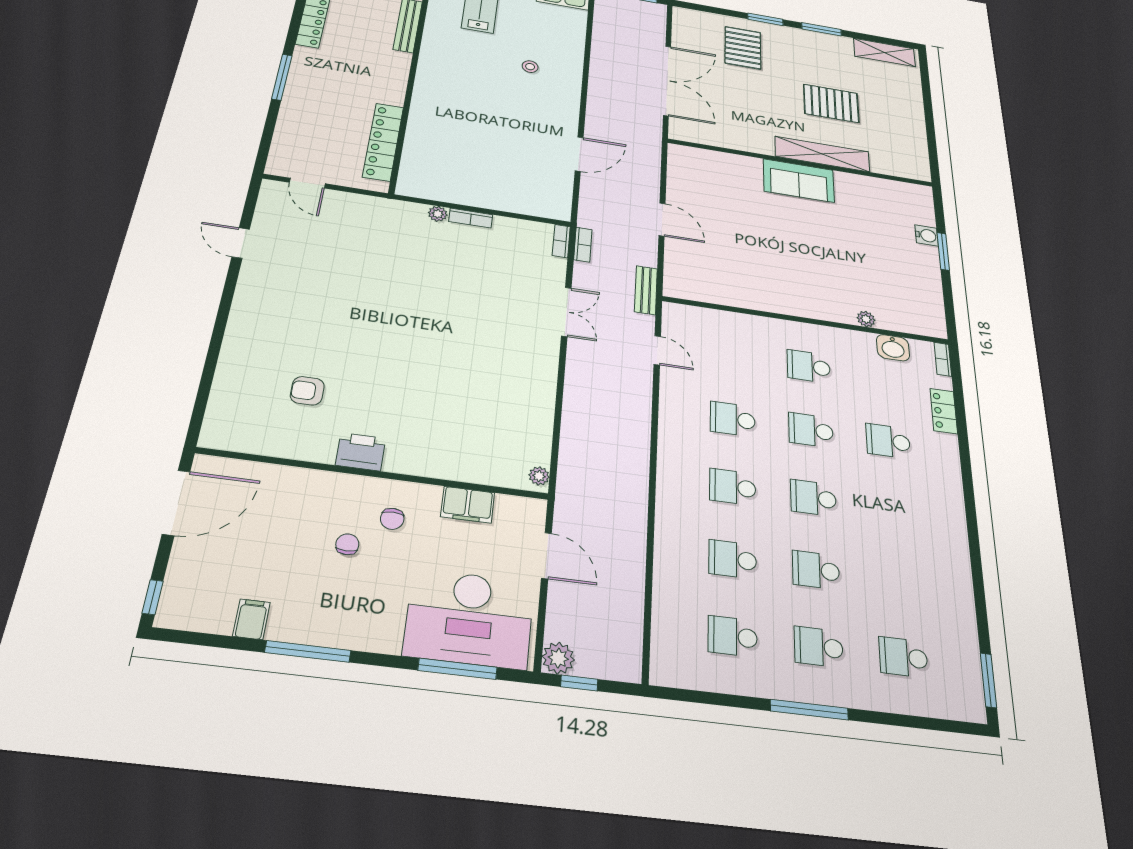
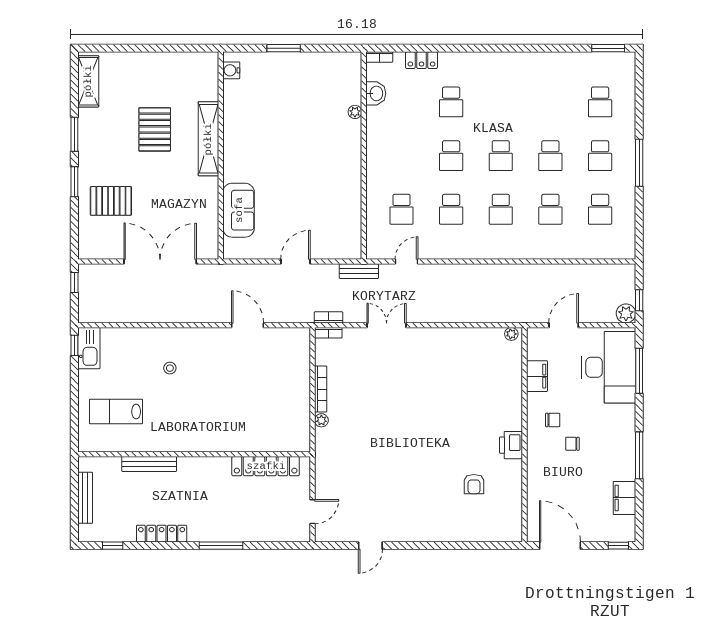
sofa: (799, 181) -> (239, 210), moved
bookcase: (471, 218) -> (321, 389), width x1.56
water cooler: (927, 235) -> (231, 70), moved, turned -90
school desk: (809, 366) -> (401, 209), moved
filing cabinet: (251, 619) -> (624, 498), width x2.00

